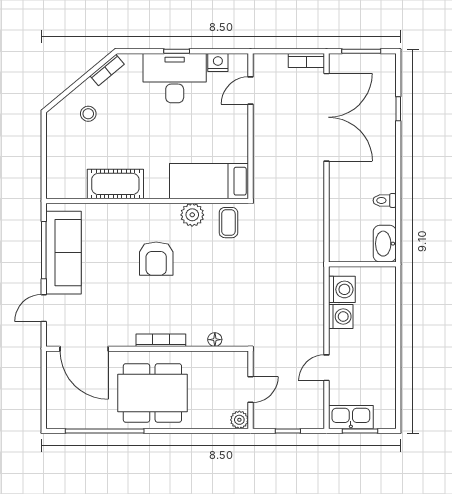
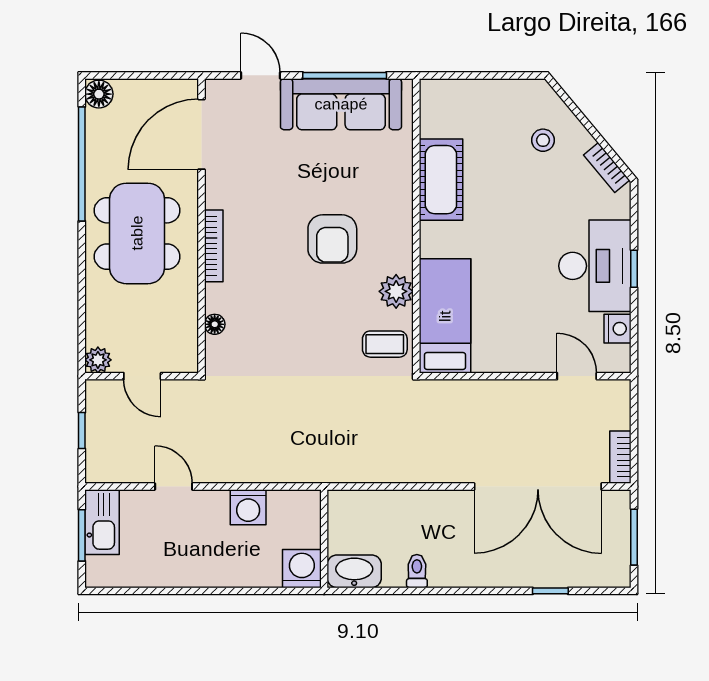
armchair: (156, 259) -> (332, 239), turned -90
washing machine: (342, 289) -> (302, 569), moved, turned 180
floor lamp: (57, 419) -> (99, 94), added

